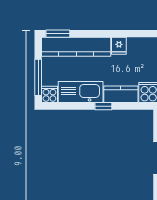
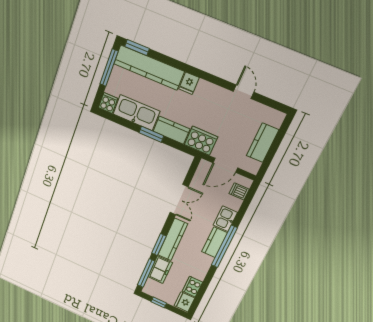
window: (38, 77) -> (109, 68), moved
window: (103, 106) -> (151, 134), width x1.50

